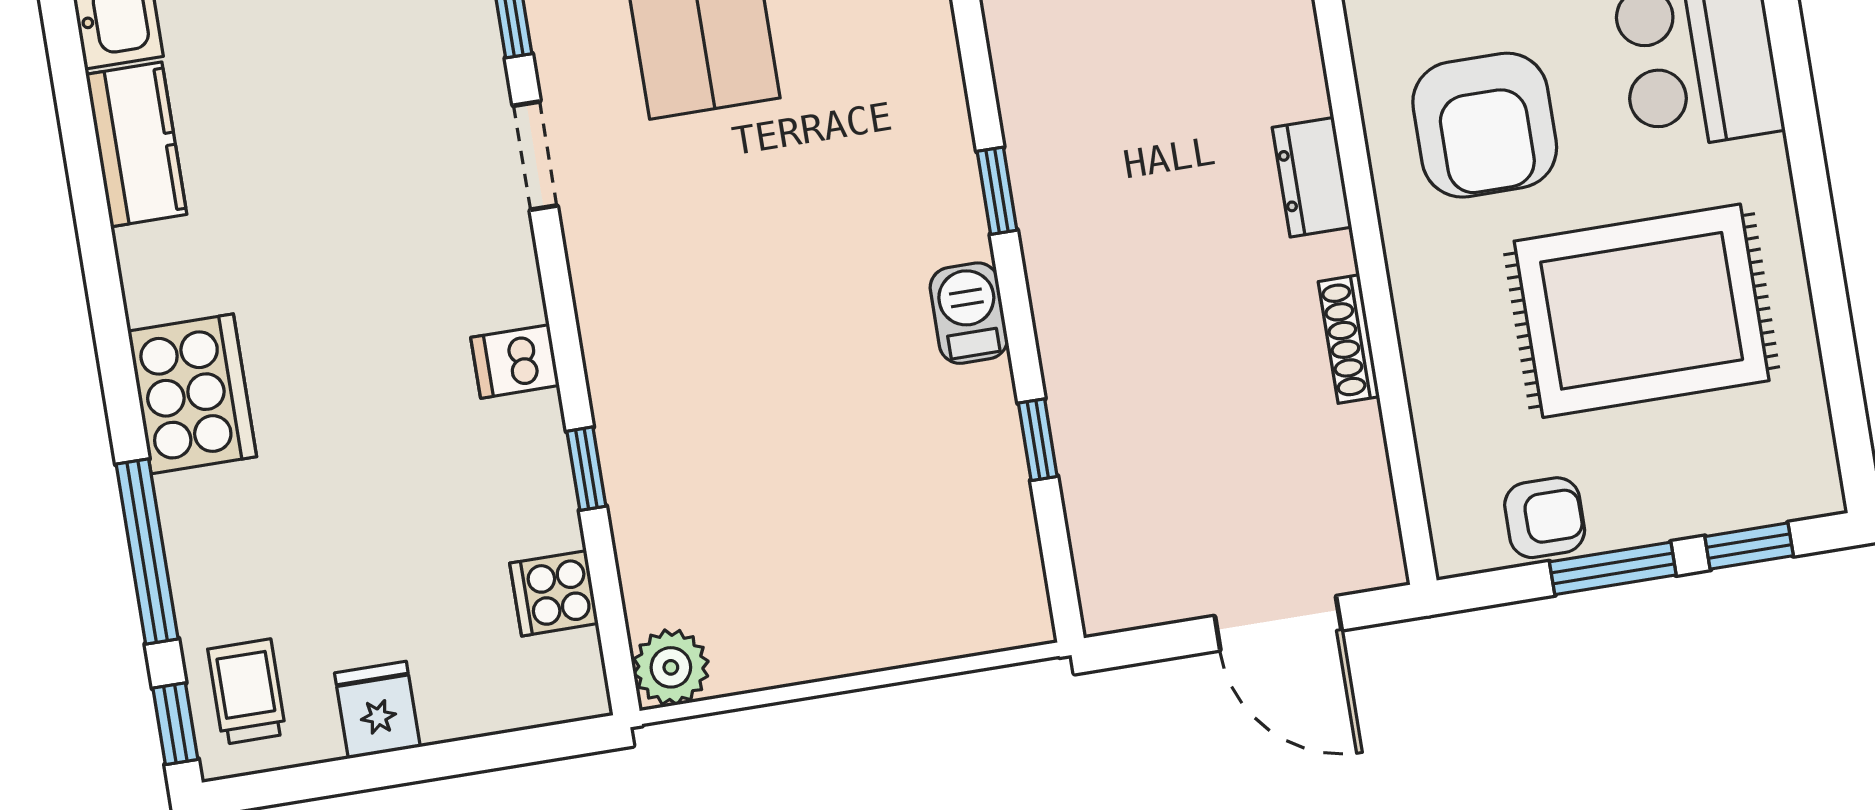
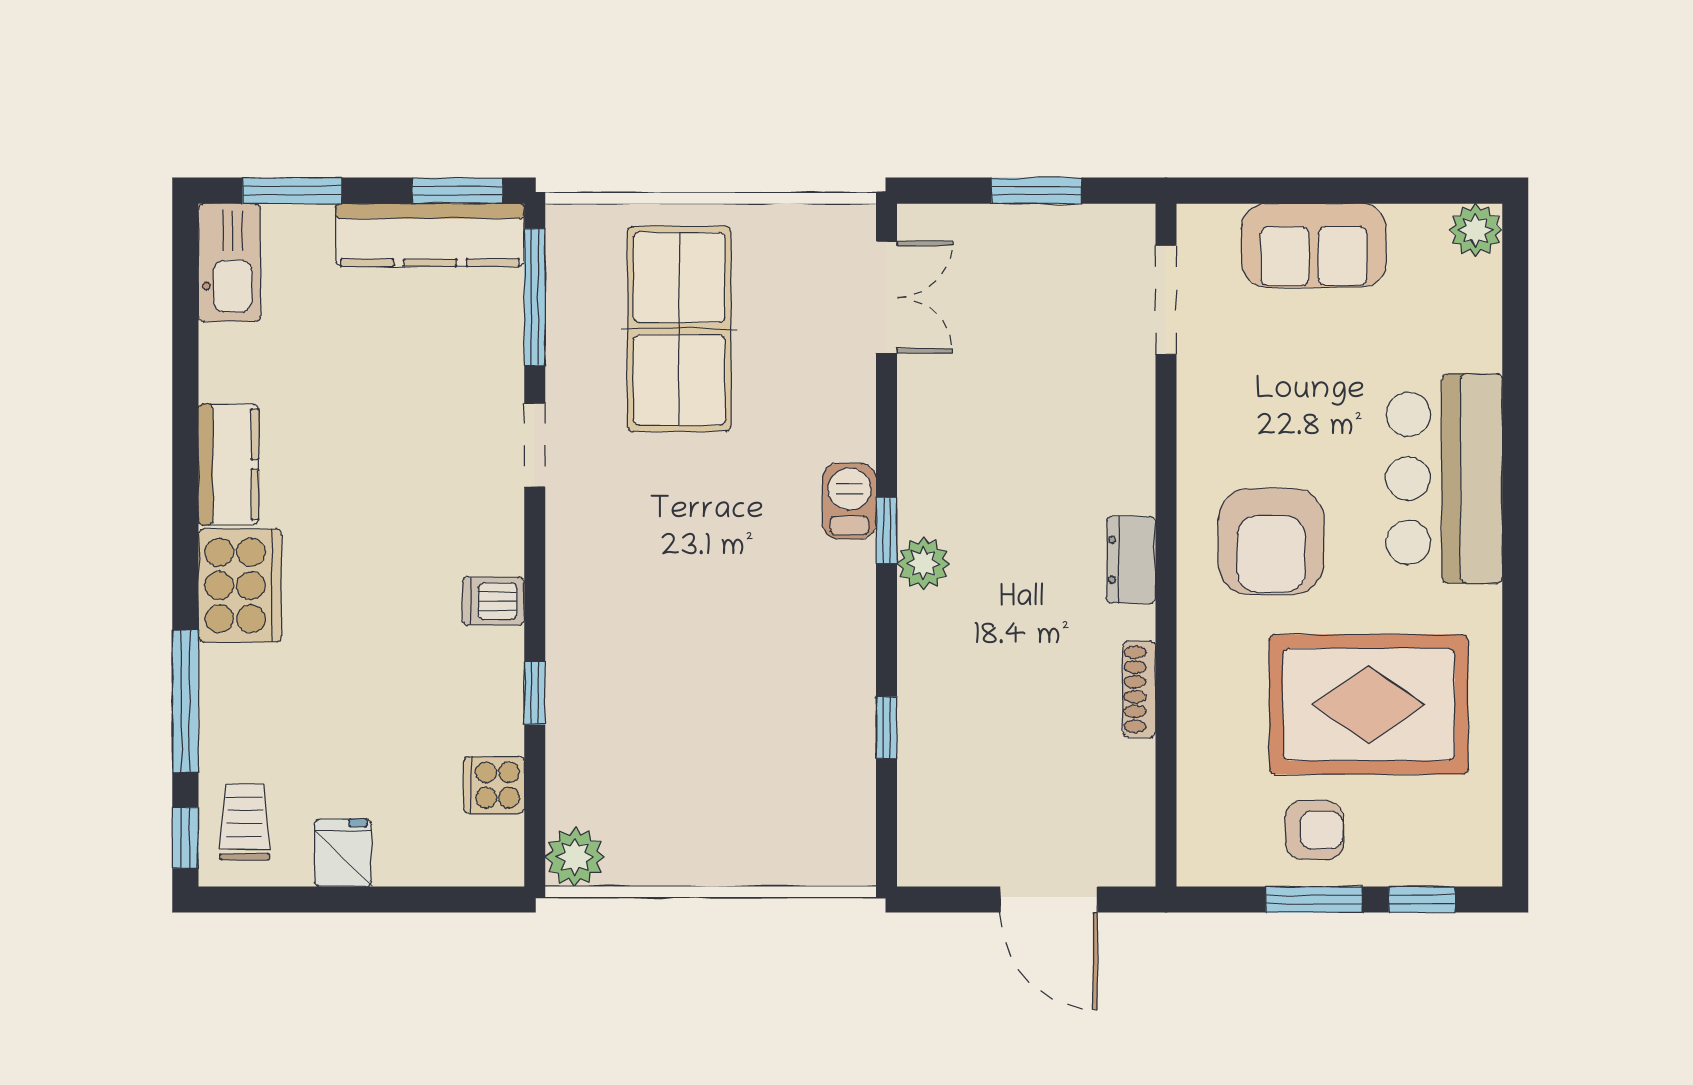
kitchen counter: (136, 144) -> (229, 464), moved
plant: (1050, 225) -> (923, 563), added
barbecue: (969, 313) -> (849, 501), moved
armchair: (1545, 518) -> (1314, 830), moved

